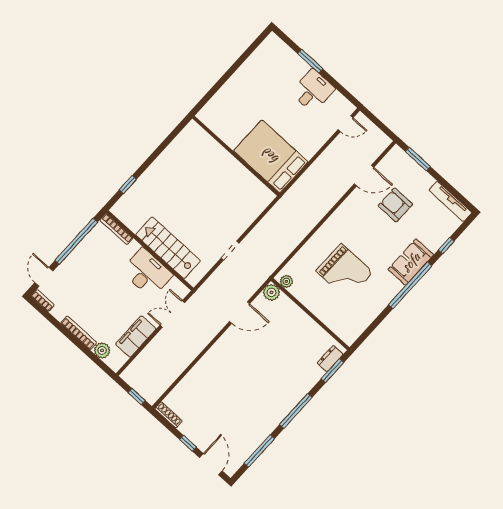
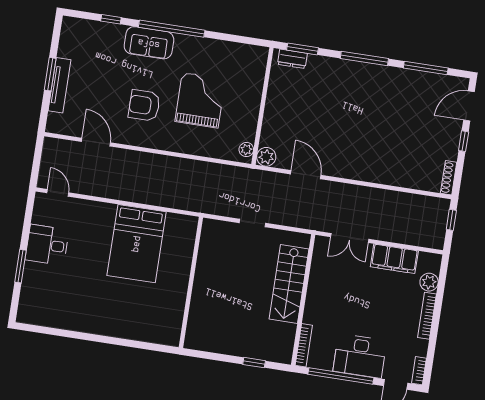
wall: (236, 156) -> (191, 282), moved
window: (418, 159) -> (50, 74), moved
tv unit: (450, 201) -> (59, 85), moved
armchair: (395, 205) -> (144, 105), moved, turned 90
desk: (147, 273) -> (360, 356), moved, turned -90

